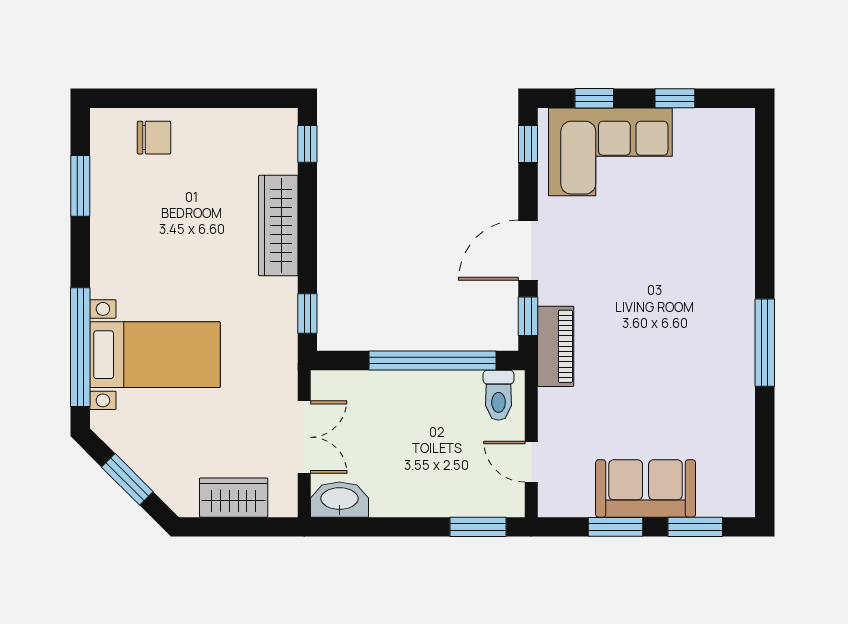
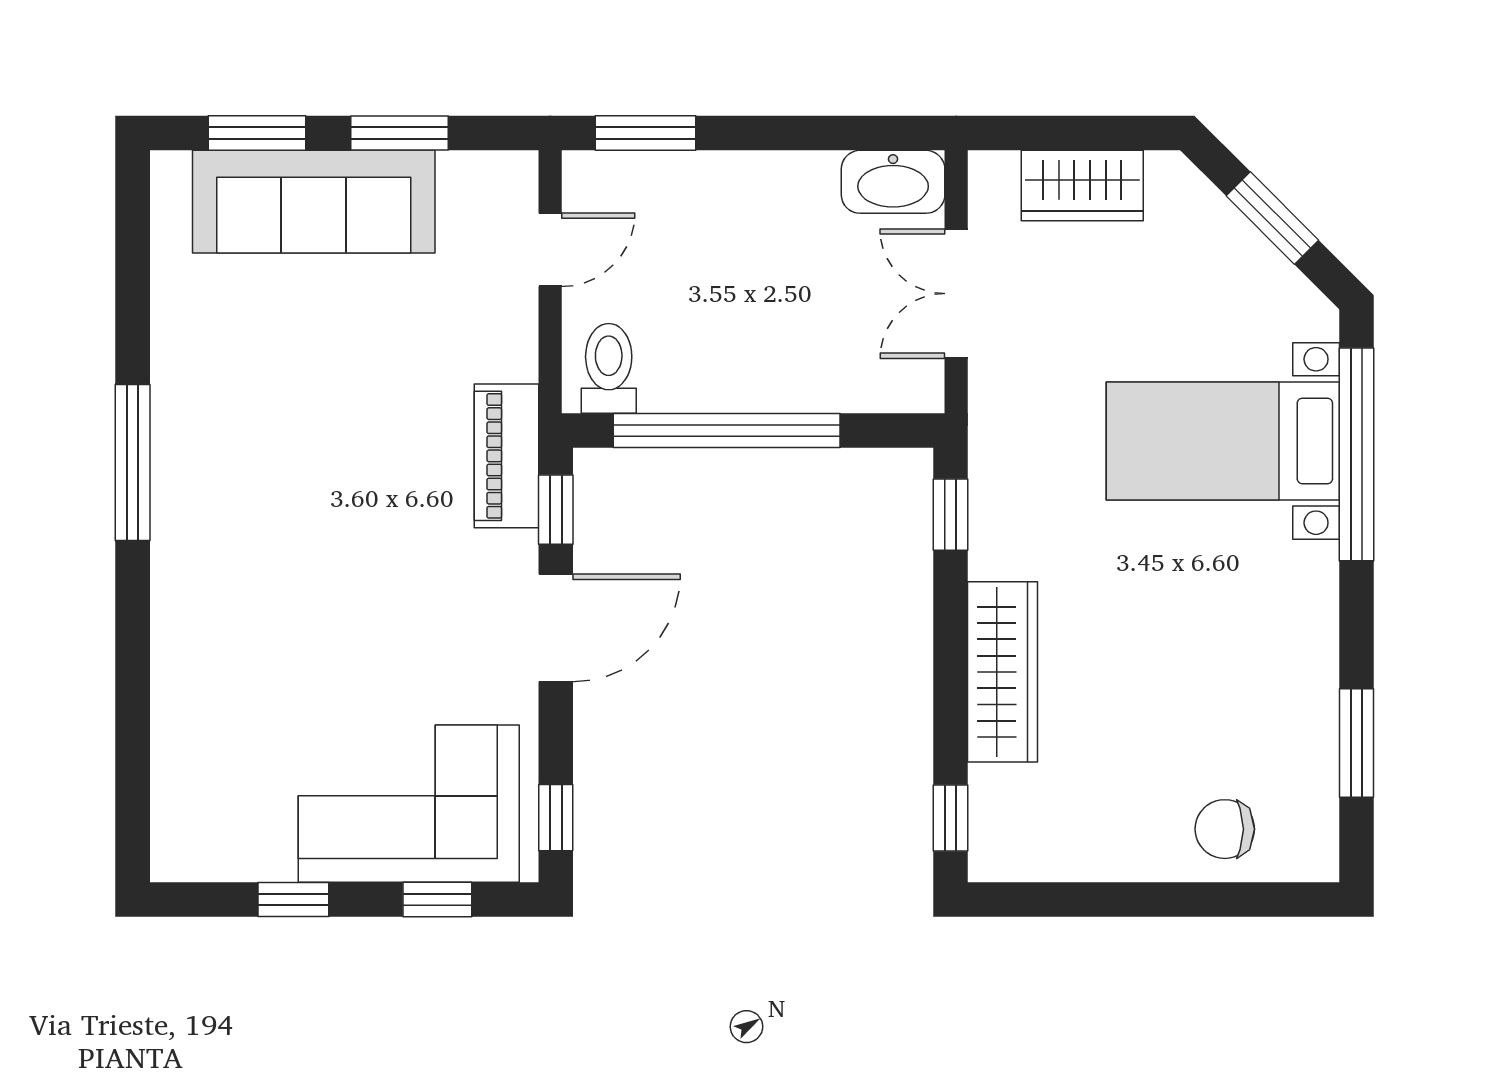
door: (531, 462) -> (550, 250), hinge flipped
sofa: (646, 488) -> (314, 202), width x1.36

